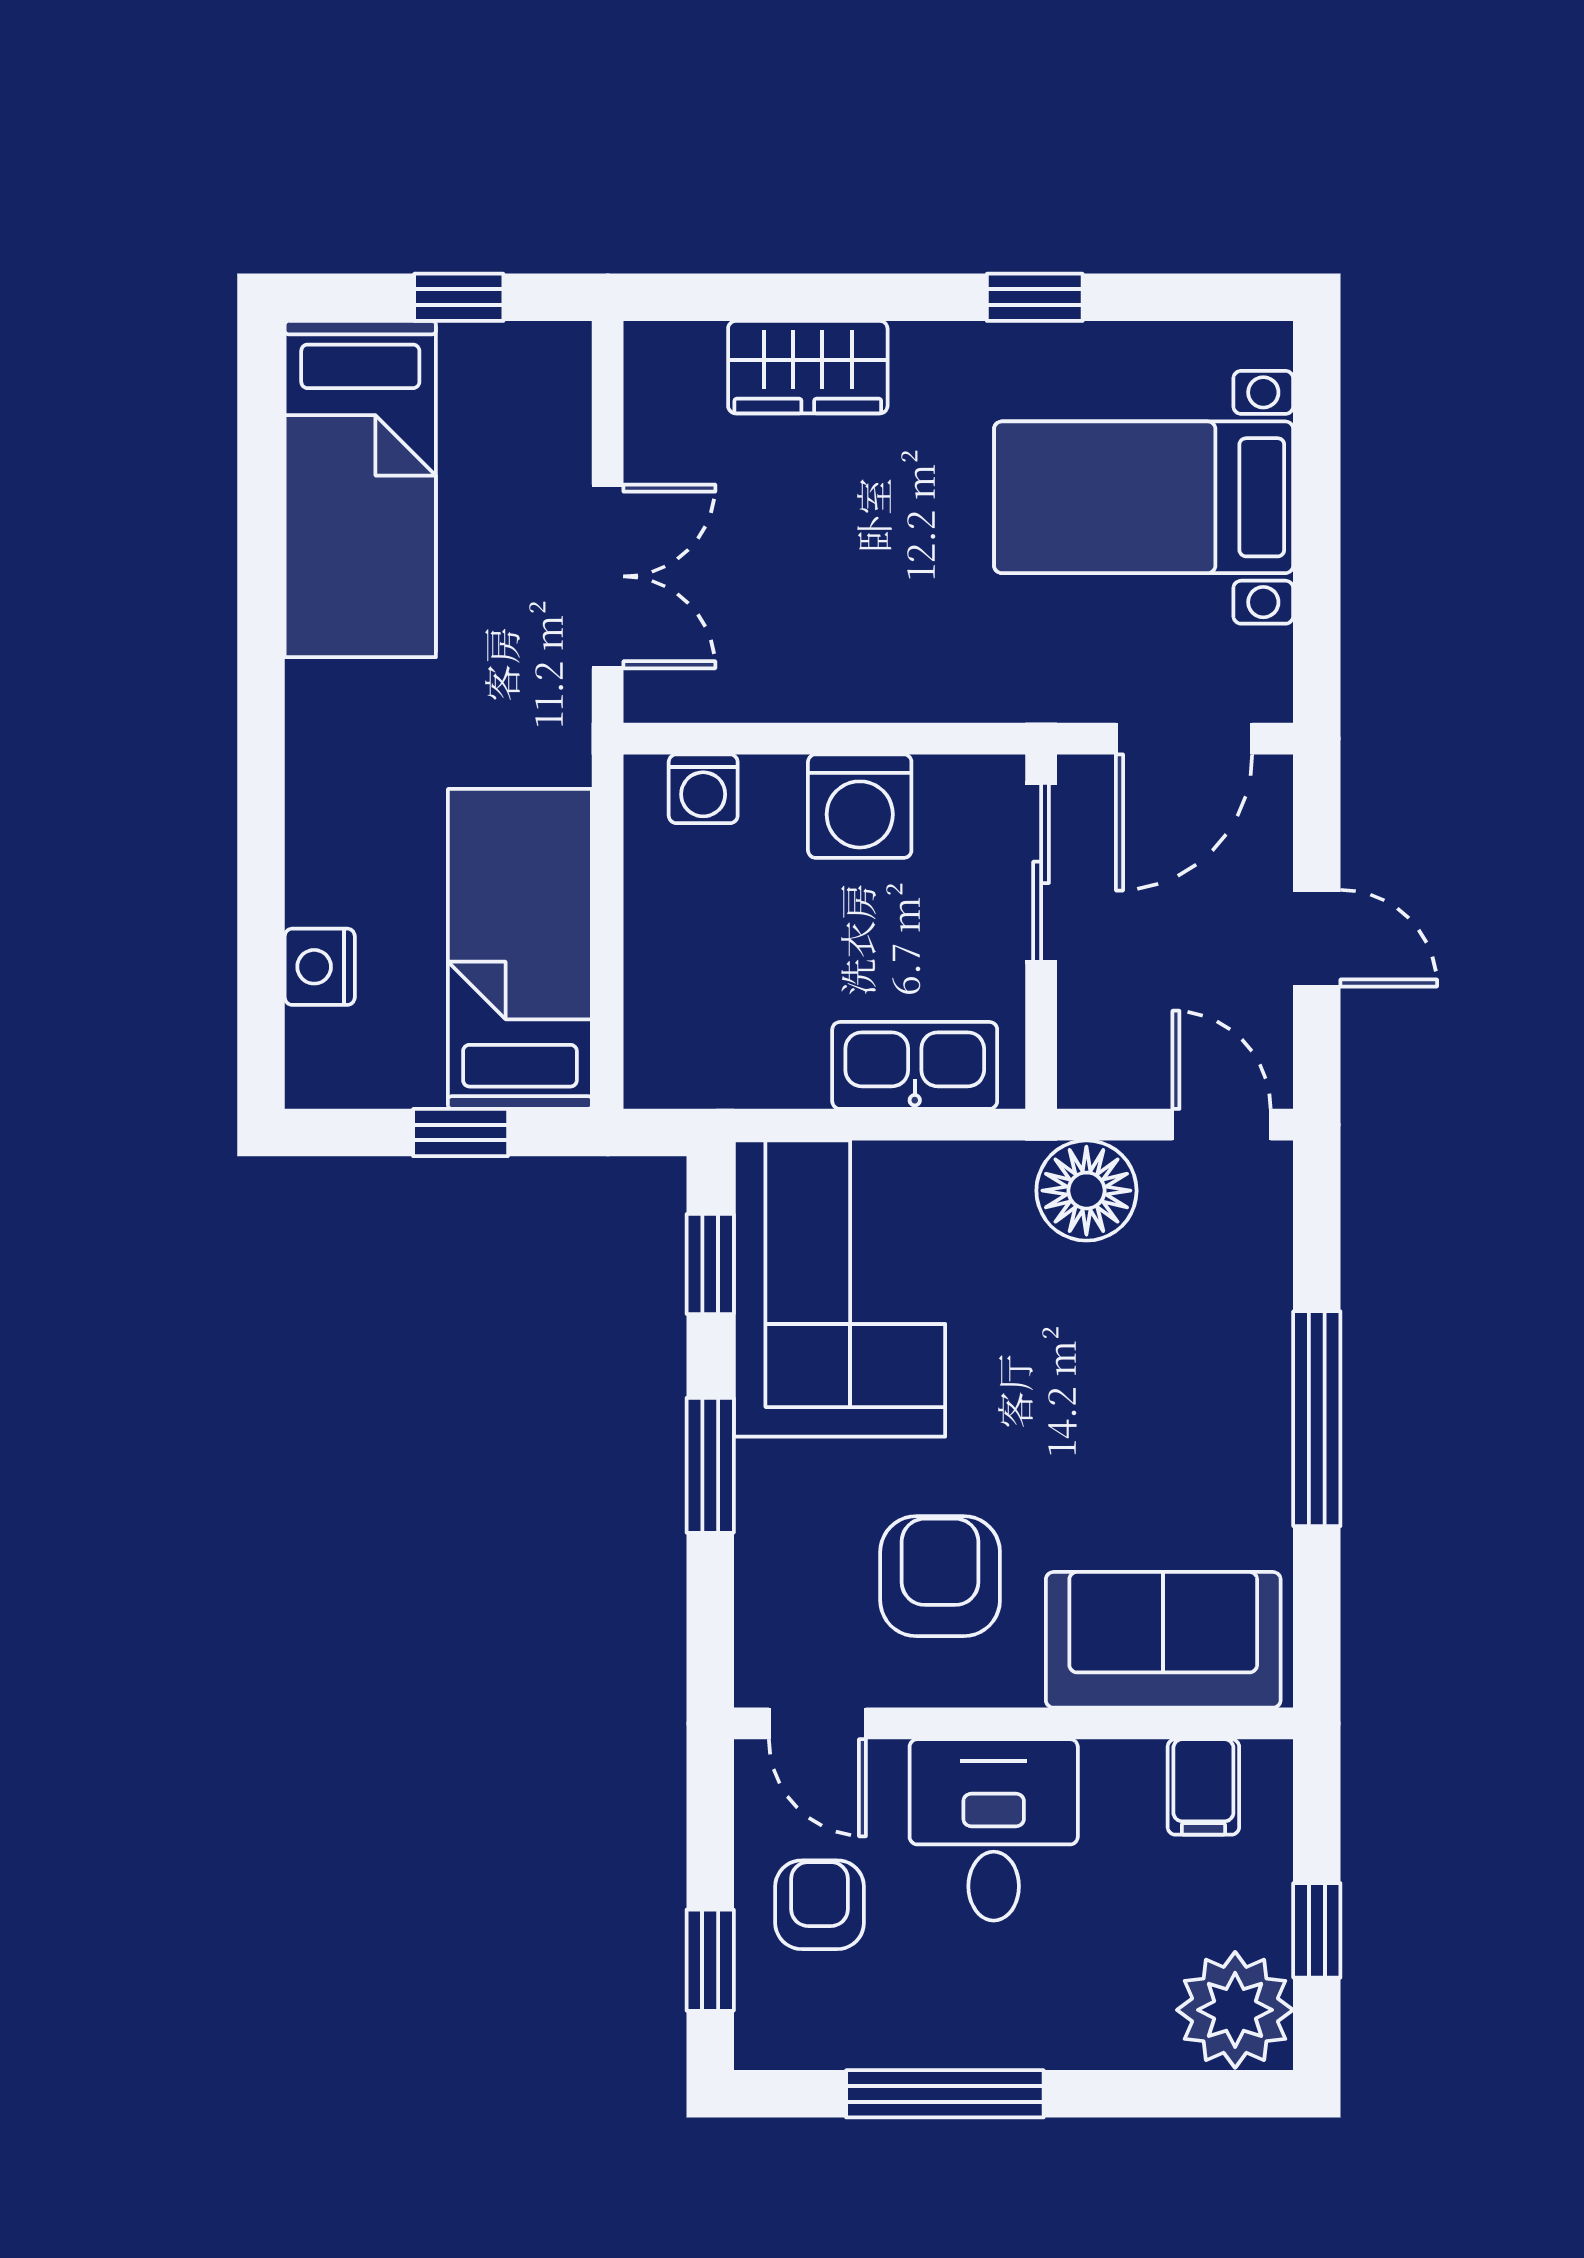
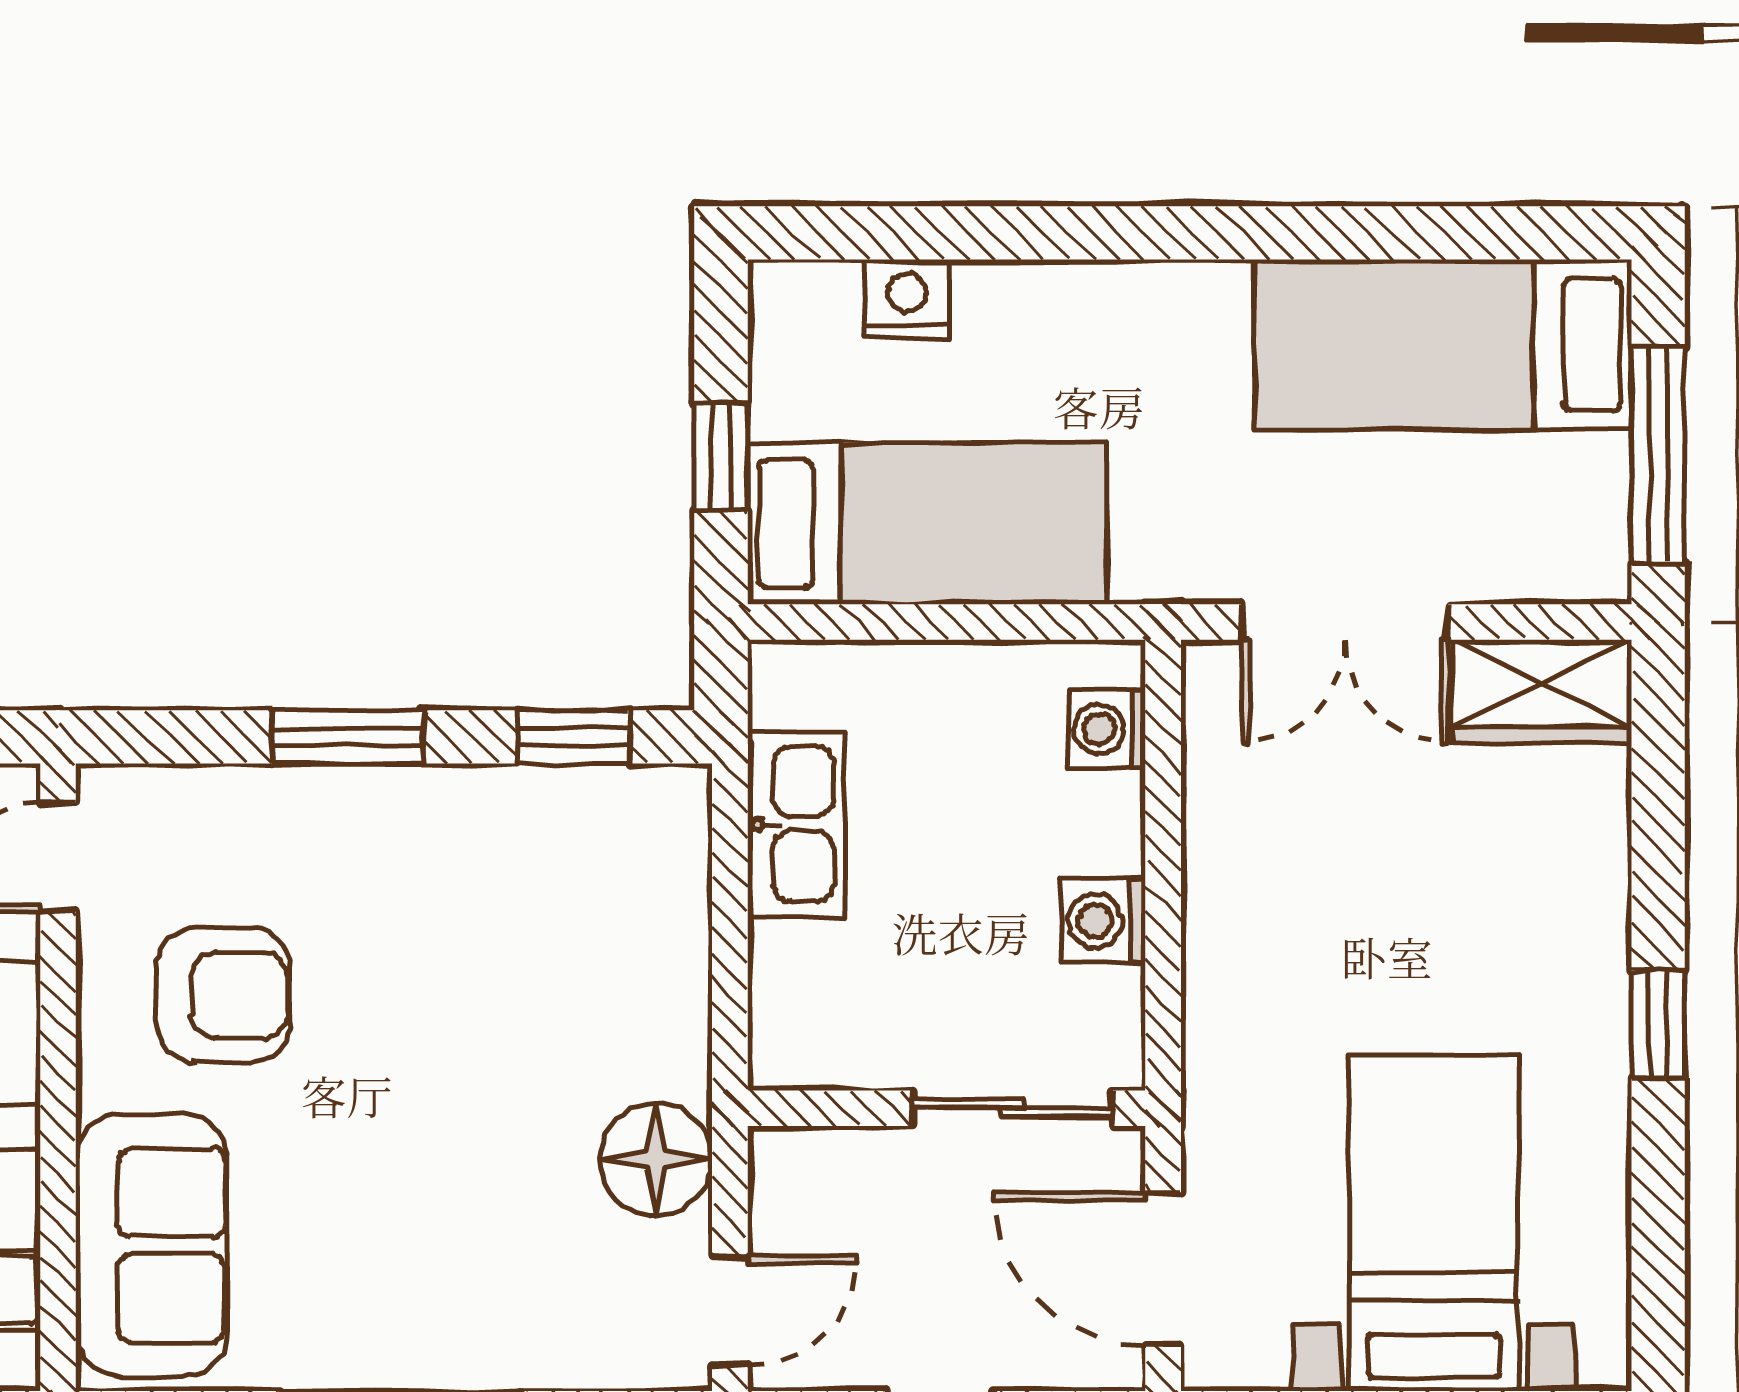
window: (459, 297) -> (1658, 455), width x2.17
window: (1035, 297) -> (1658, 1024), moved
wardrobe: (808, 367) -> (1542, 692), moved, turned -90
washing machine: (860, 806) -> (1103, 921), width x0.73, depth x0.73
kitchen sink: (915, 1065) -> (796, 824), moved
corner sofa: (839, 1289) -> (546, 882), removed

